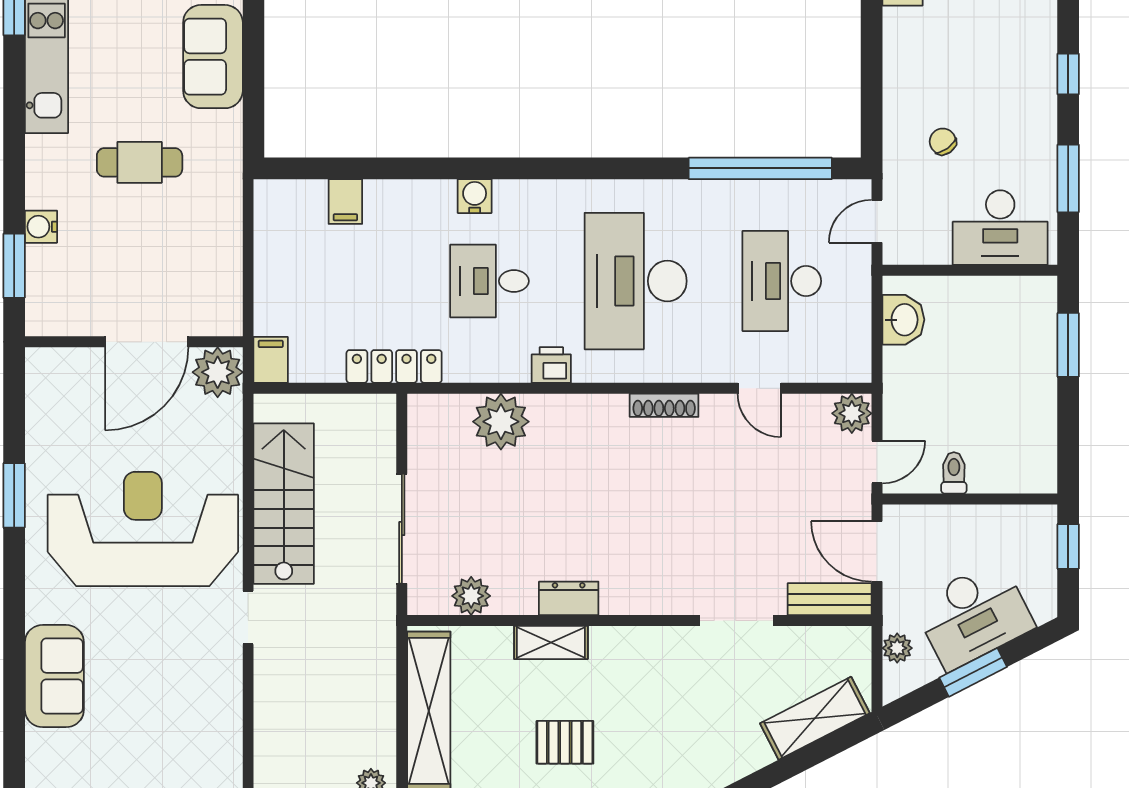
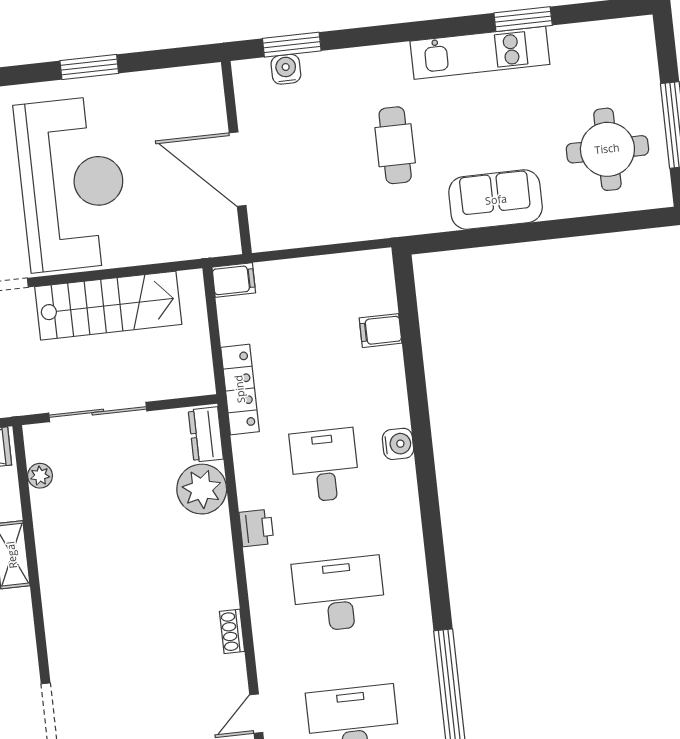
water cooler: (41, 227) -> (286, 69), moved
desk: (636, 281) -> (339, 594), width x0.73, depth x0.77
plant: (218, 372) -> (218, 234), removed
shoe rack: (664, 405) -> (232, 631), width x0.70
plant: (471, 596) -> (40, 476), width x0.73, depth x0.73
dresser: (569, 598) -> (206, 434), moved, turned 180

